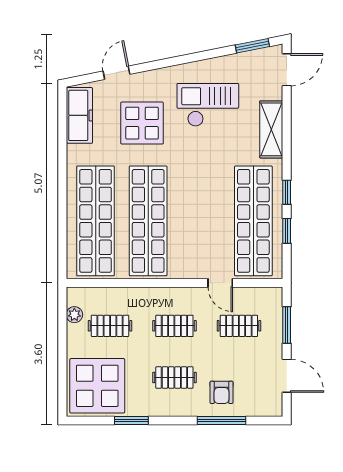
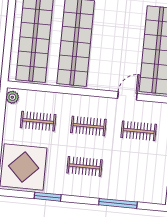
door: (220, 283) -> (127, 96), swing flipped
plant: (74, 315) -> (12, 97), moved
armchair: (222, 392) -> (120, 181), removed

